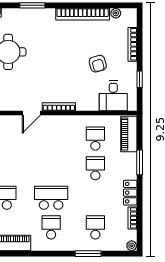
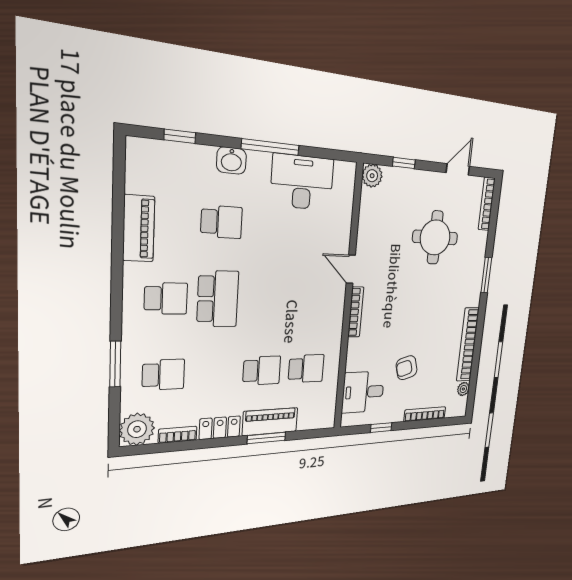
piano: (129, 134) -> (270, 422), moved
plant: (132, 246) -> (137, 429), width x1.88, depth x1.88

